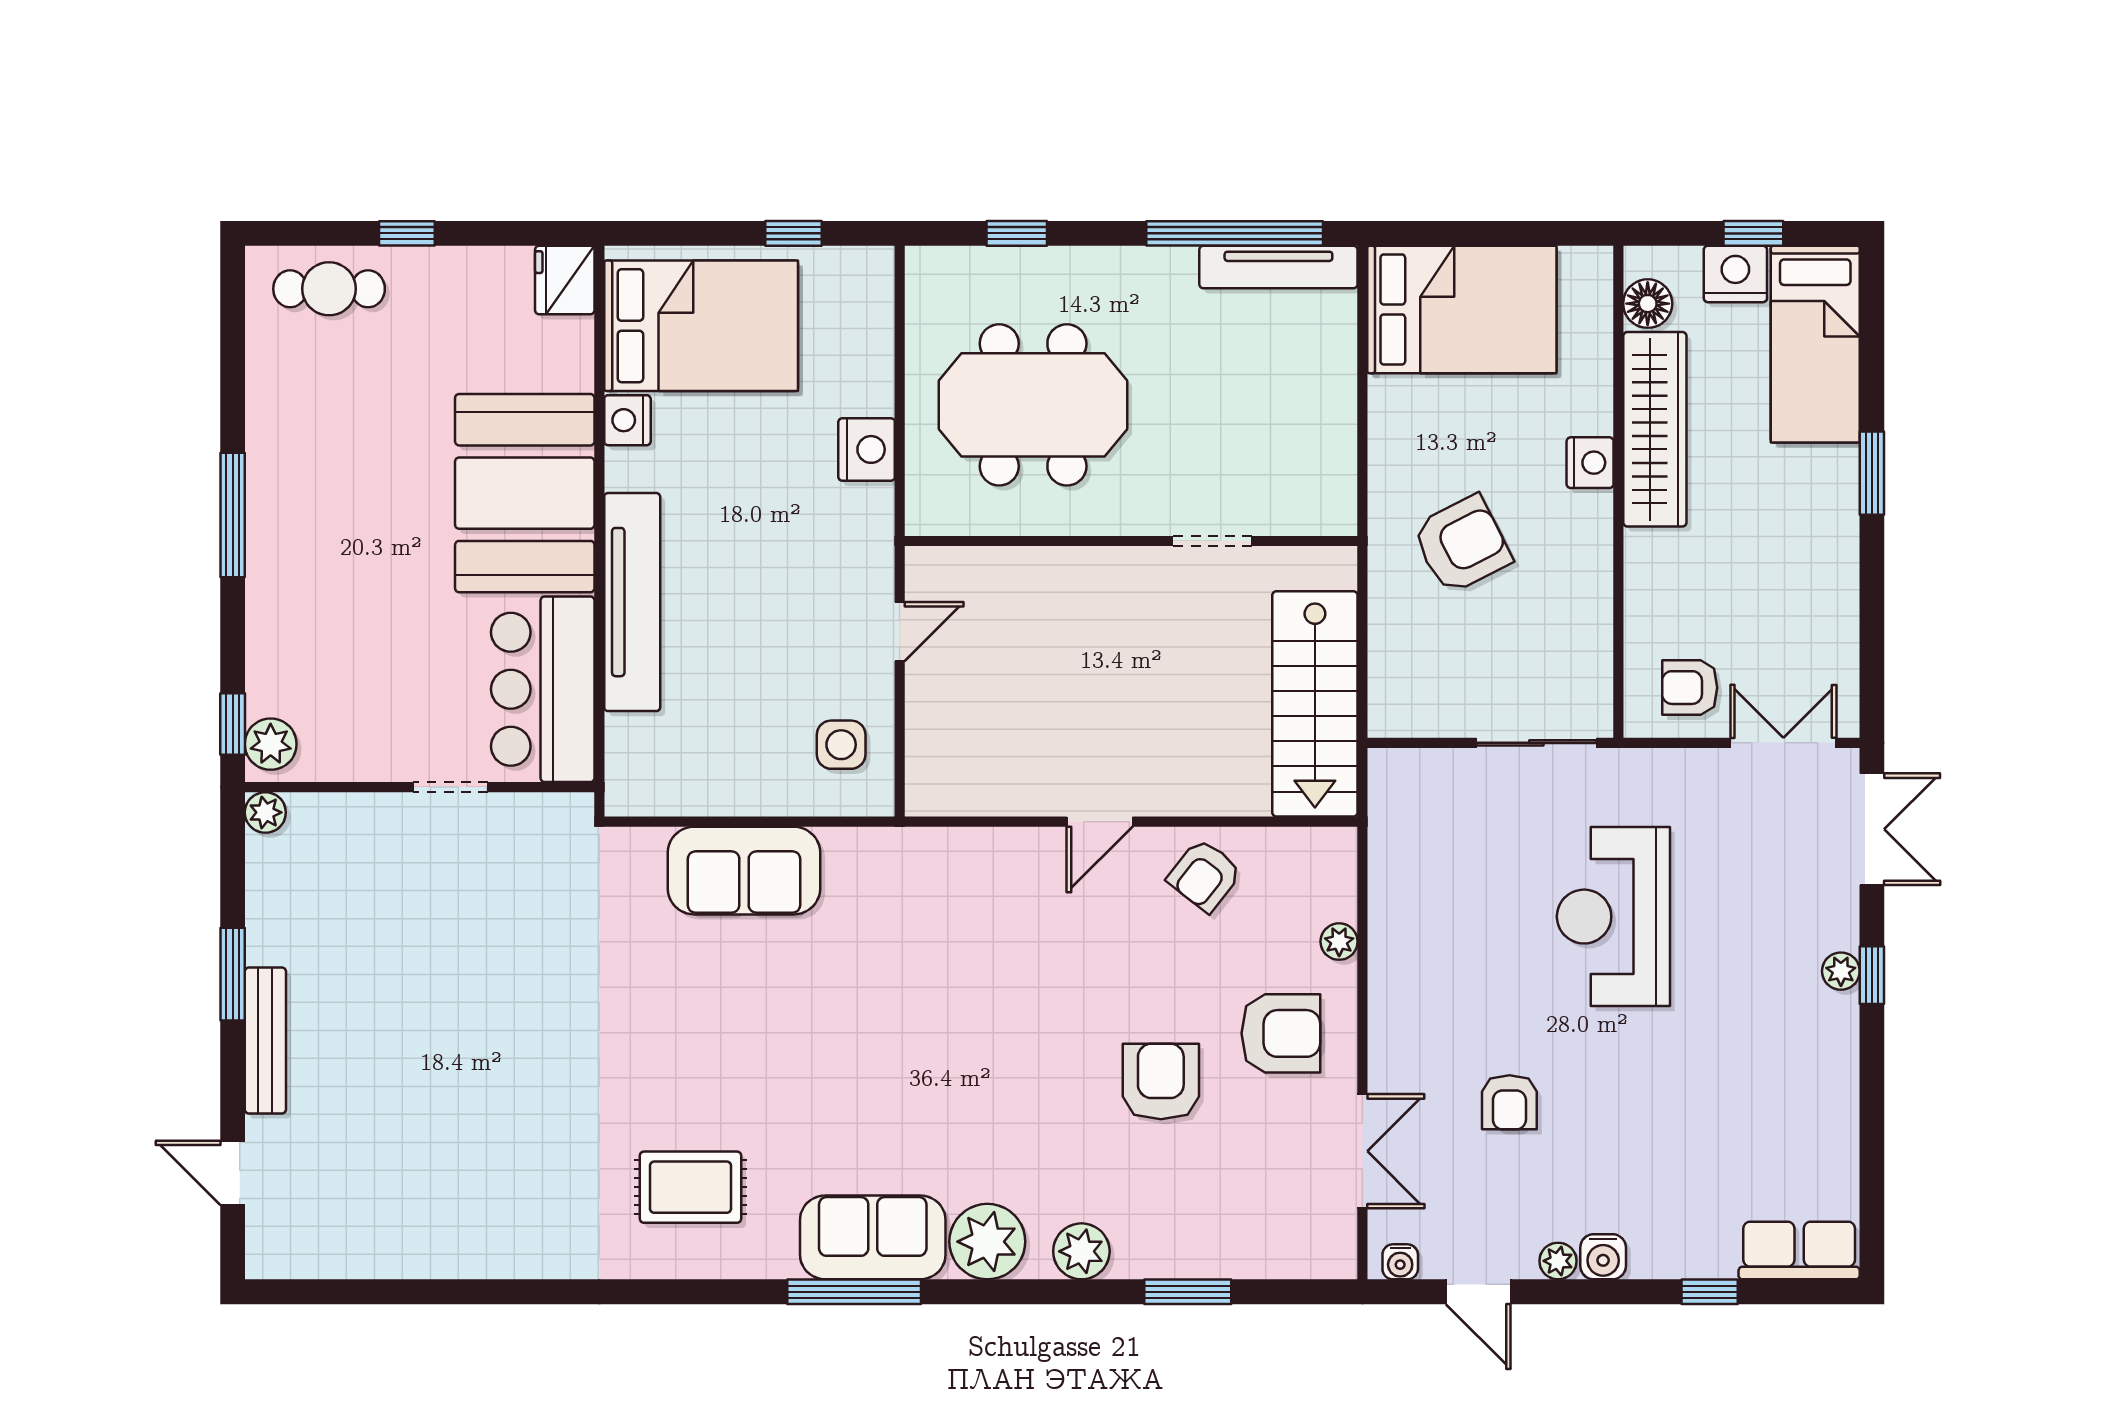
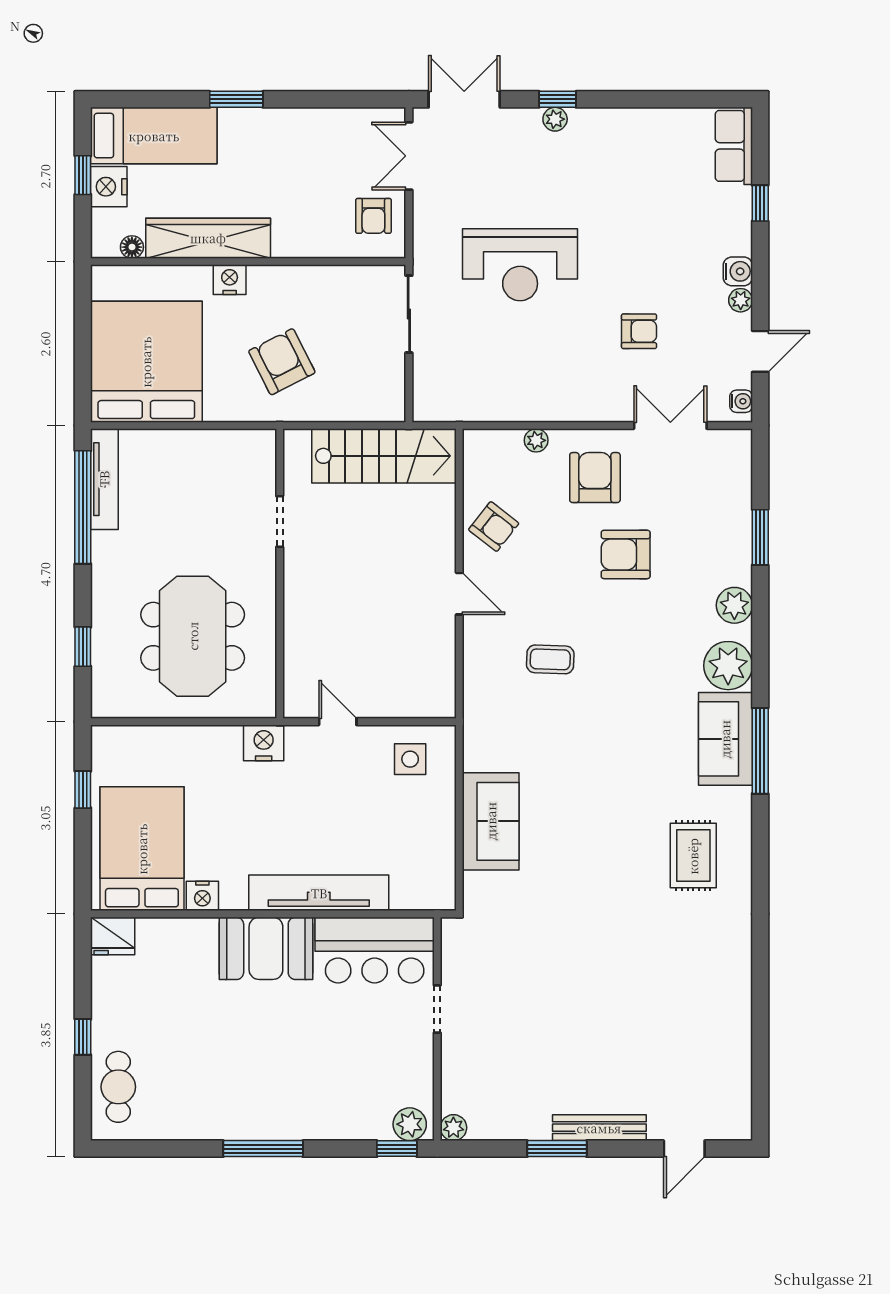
floor lamp: (1648, 304) -> (132, 247), width x0.73, depth x0.73
bed: (1462, 309) -> (146, 362), width x1.36
nightstand: (867, 449) -> (264, 743), moved
booth: (525, 493) -> (266, 948), width x0.73, depth x0.70
coffee table: (997, 964) -> (550, 659), added

